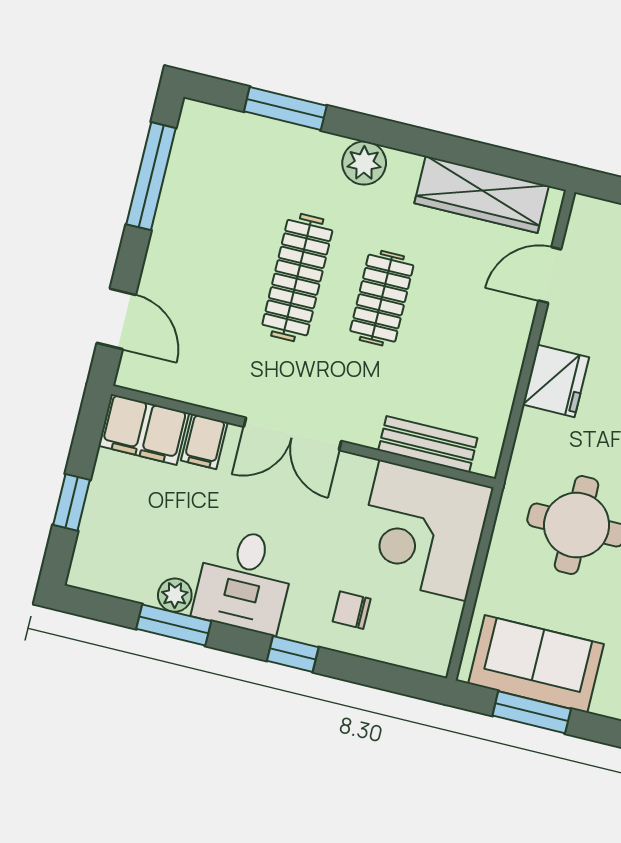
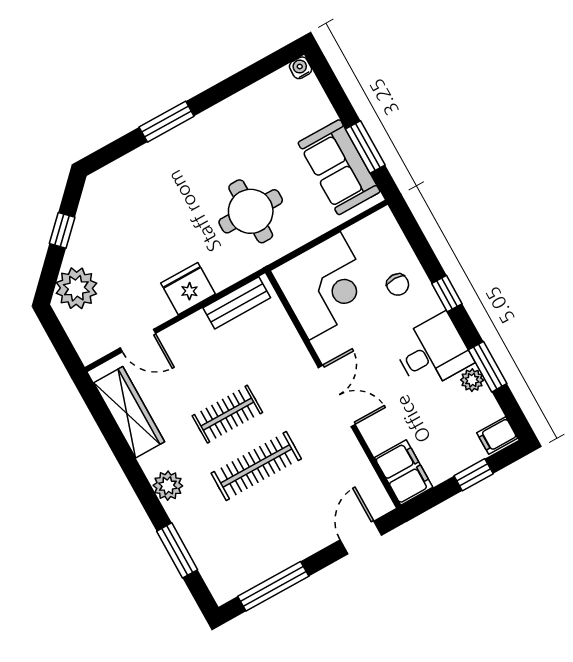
filing cabinet: (204, 442) -> (497, 436), moved, turned 180
bench: (428, 444) -> (237, 303), moved, turned 90

